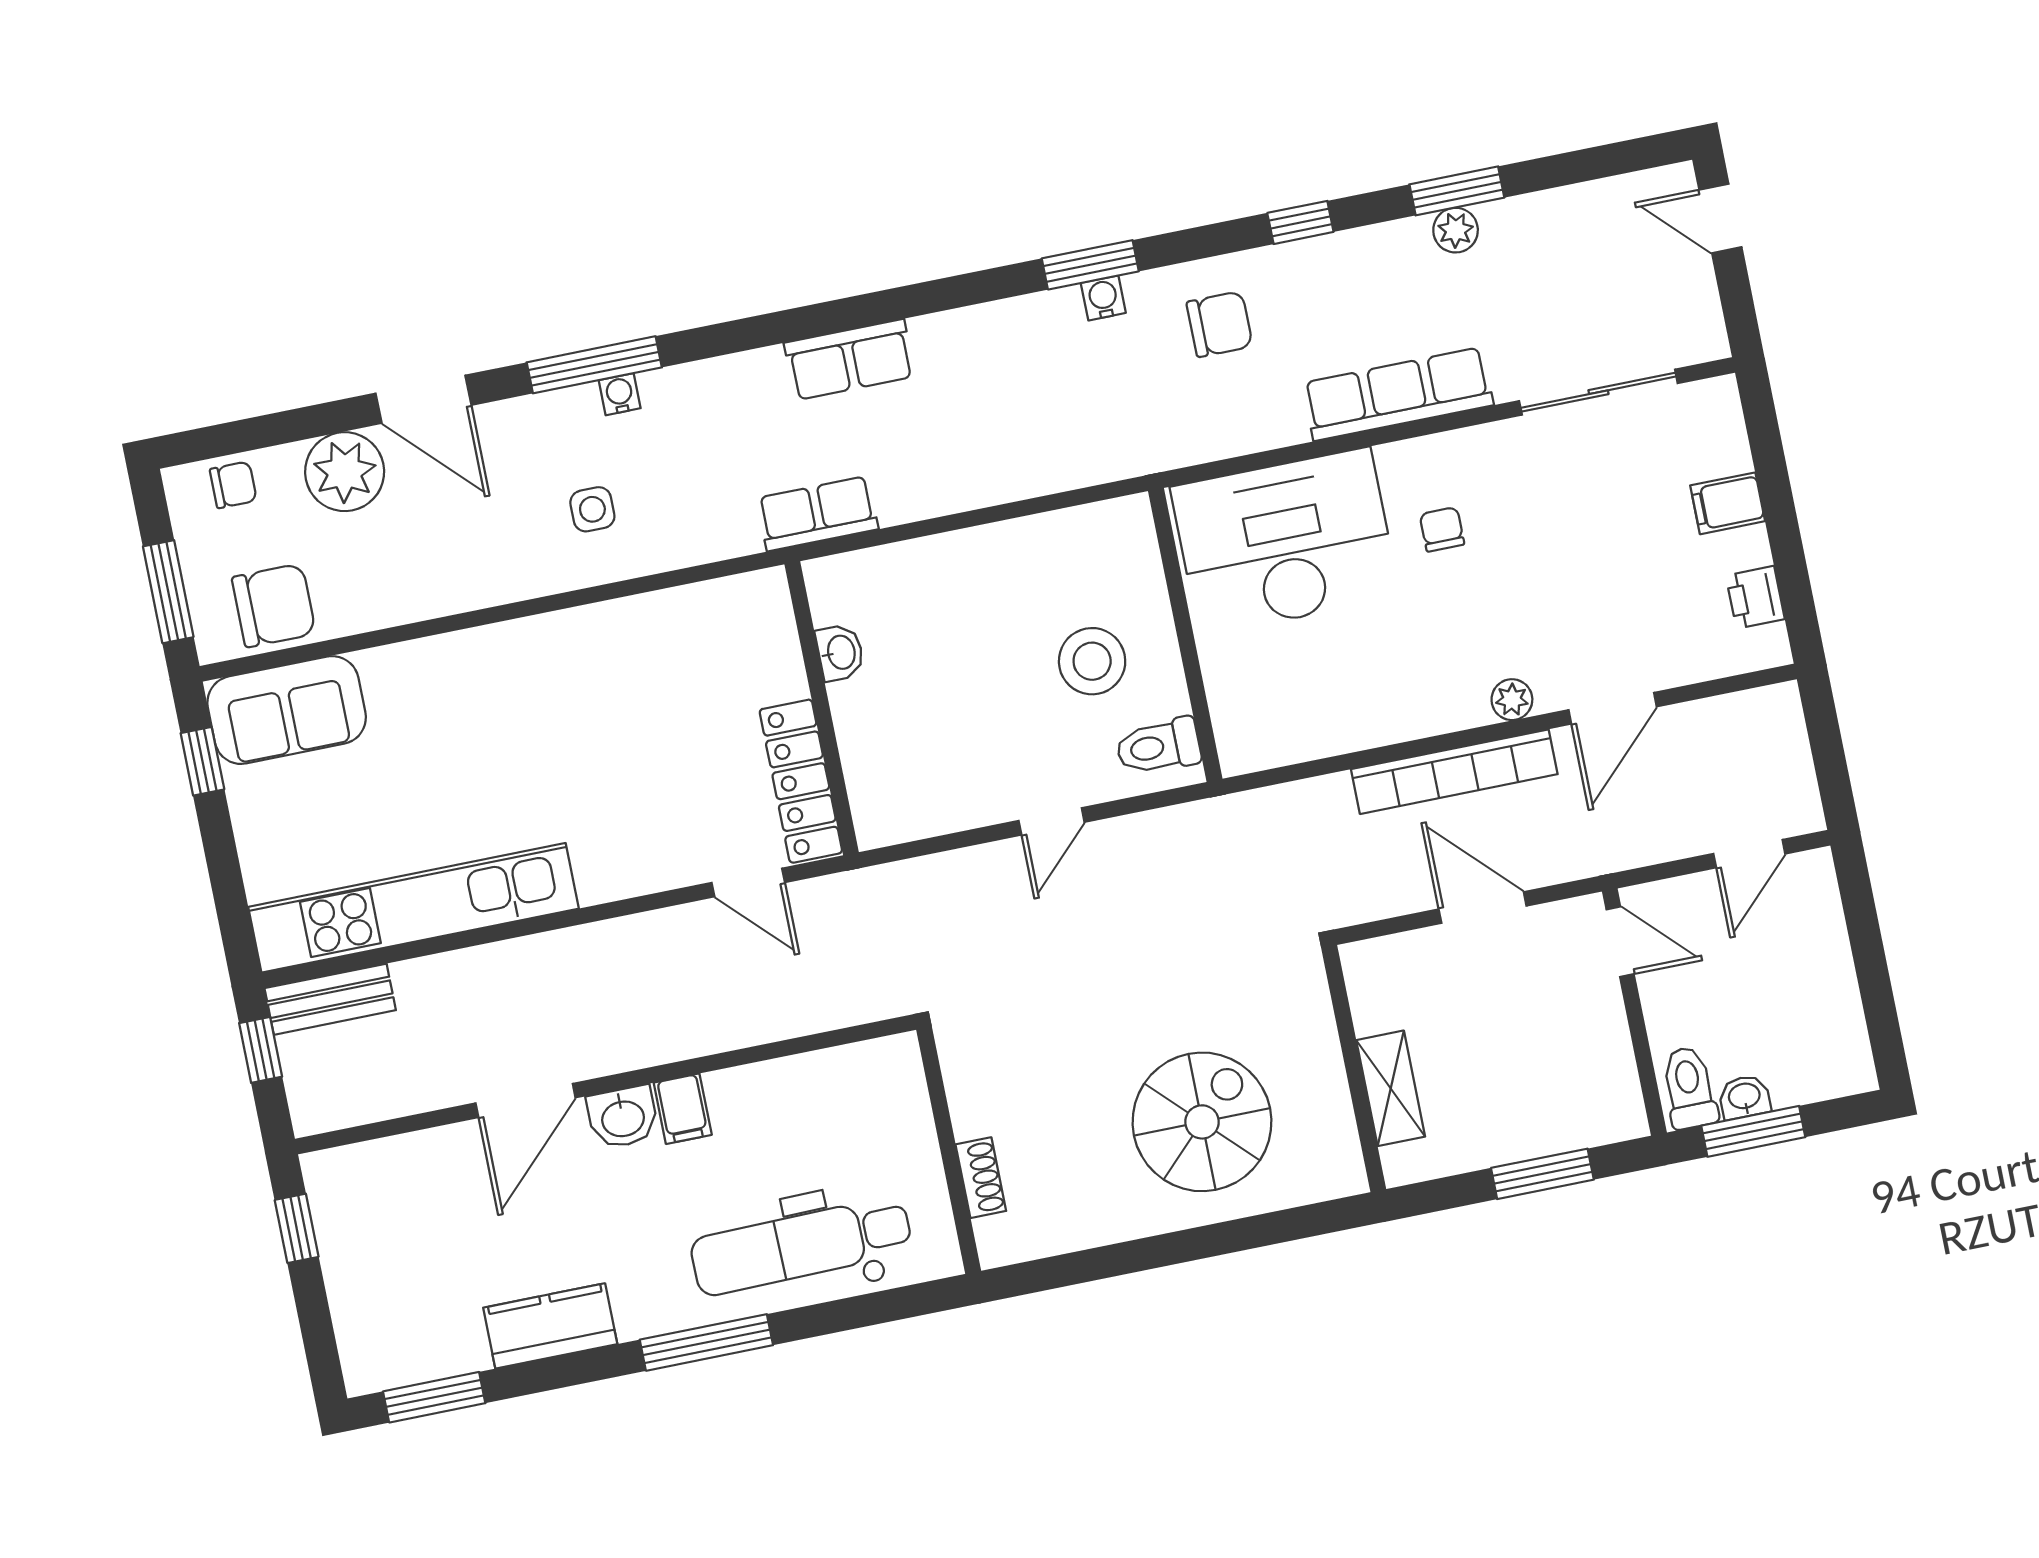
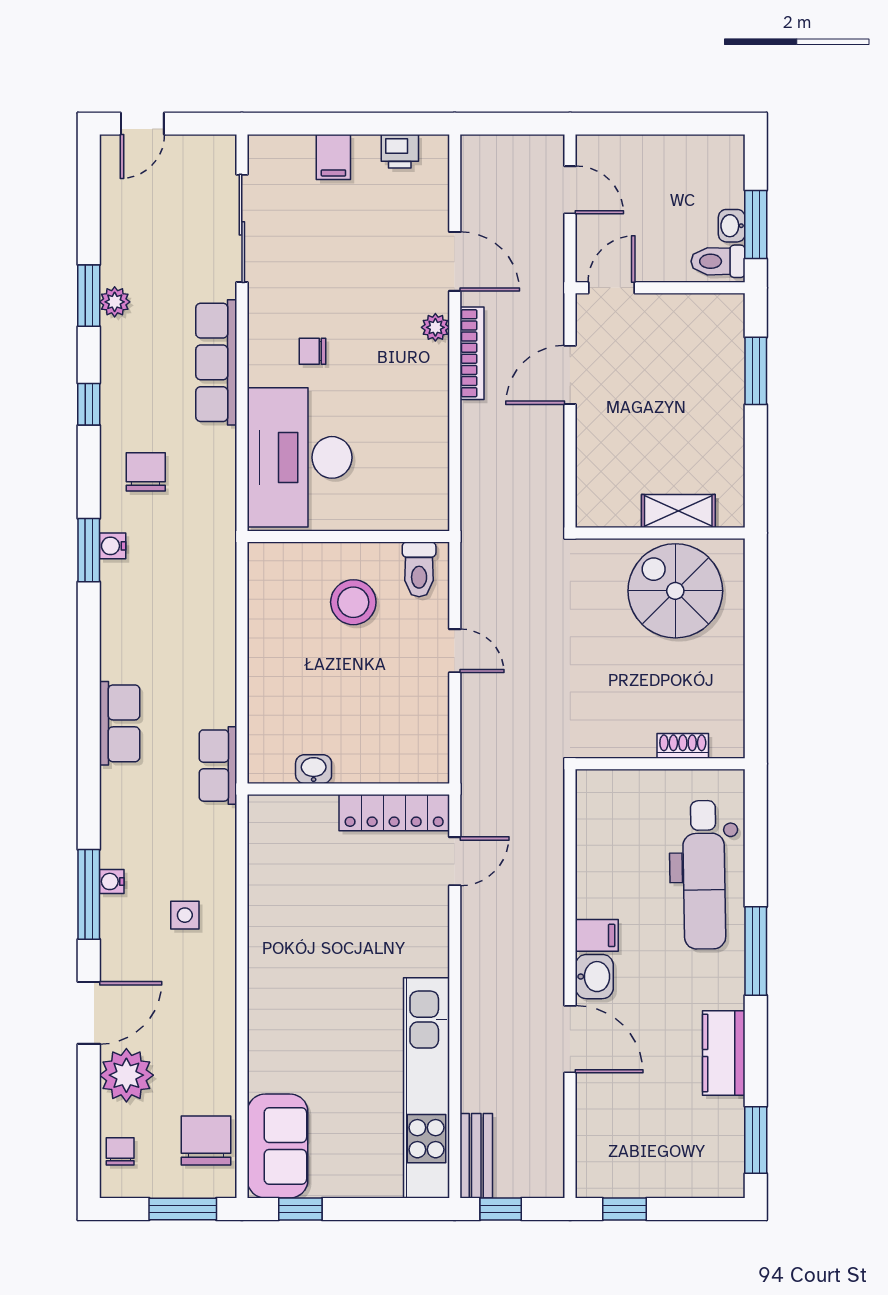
bookcase: (1454, 772) -> (472, 353), width x0.68, depth x0.76
wall: (1354, 1069) -> (660, 533), moved
shelving: (1391, 1088) -> (678, 511), moved

